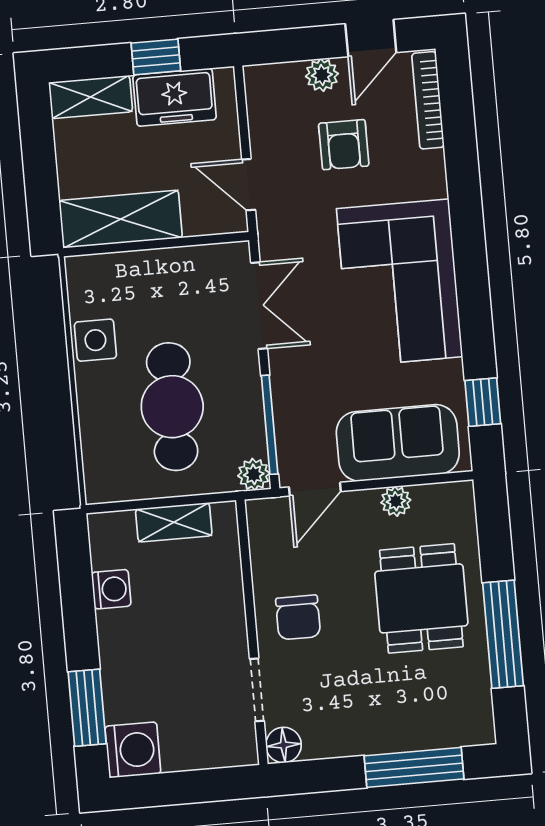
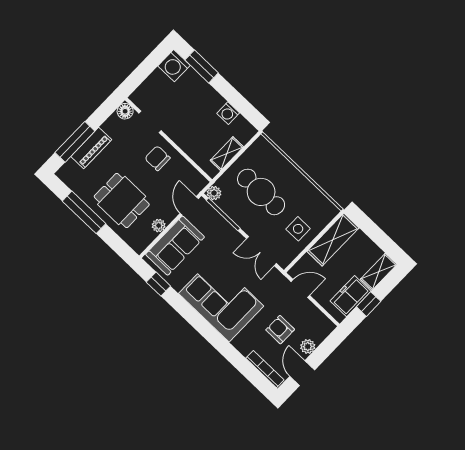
side table: (95, 340) -> (298, 229), moved
piano: (395, 733) -> (91, 148), added

